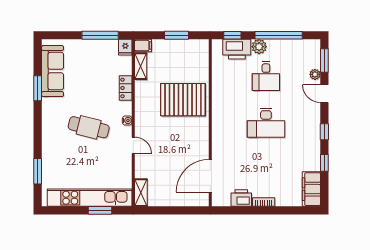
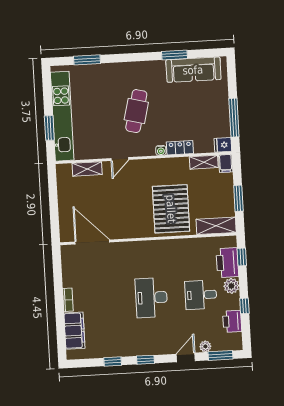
window: (279, 35) -> (244, 306), width x0.32
shelving: (201, 58) -> (216, 226), added
water cooler: (127, 121) -> (161, 150), moved
filing cabinet: (311, 189) -> (74, 331), moved, turned 90
shelving: (141, 193) -> (87, 169), moved
printer: (241, 198) -> (232, 321), moved, turned 180

